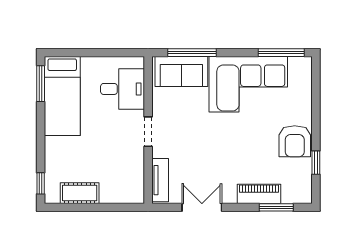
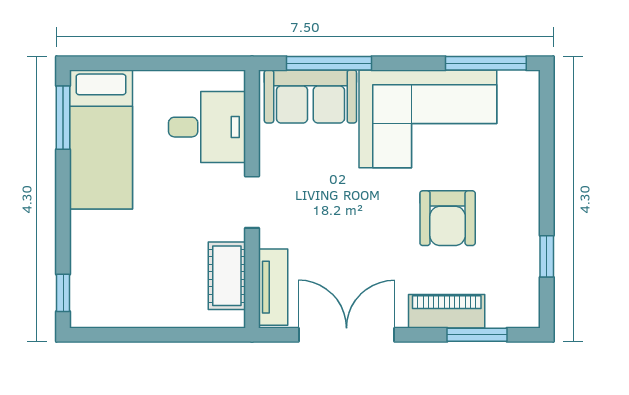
armchair: (295, 141) -> (448, 218), moved
cot: (80, 193) -> (227, 276), moved, turned 90
double door: (202, 207) -> (347, 335), width x1.37

